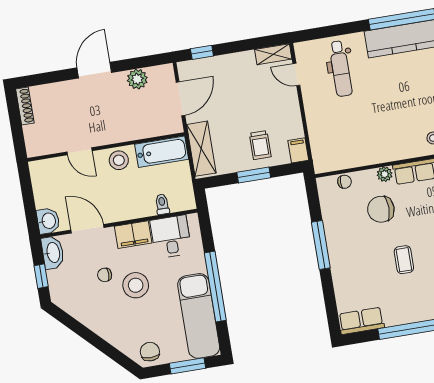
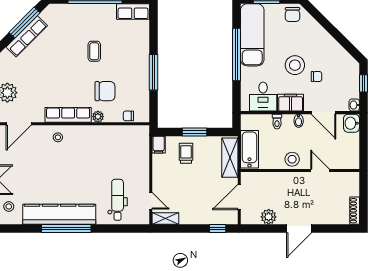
bathtub: (162, 152) -> (249, 149), moved, turned 90
toilet: (162, 204) -> (277, 122), moved
bidet: (119, 213) -> (299, 121), added
washbasin: (53, 253) -> (354, 105), width x0.52, depth x0.69

